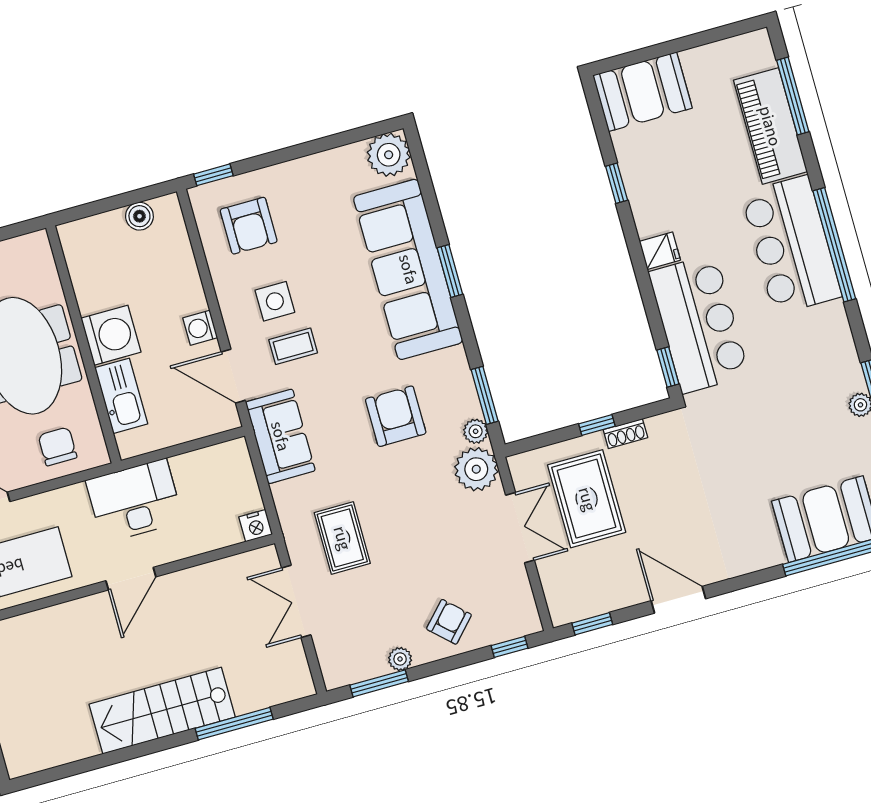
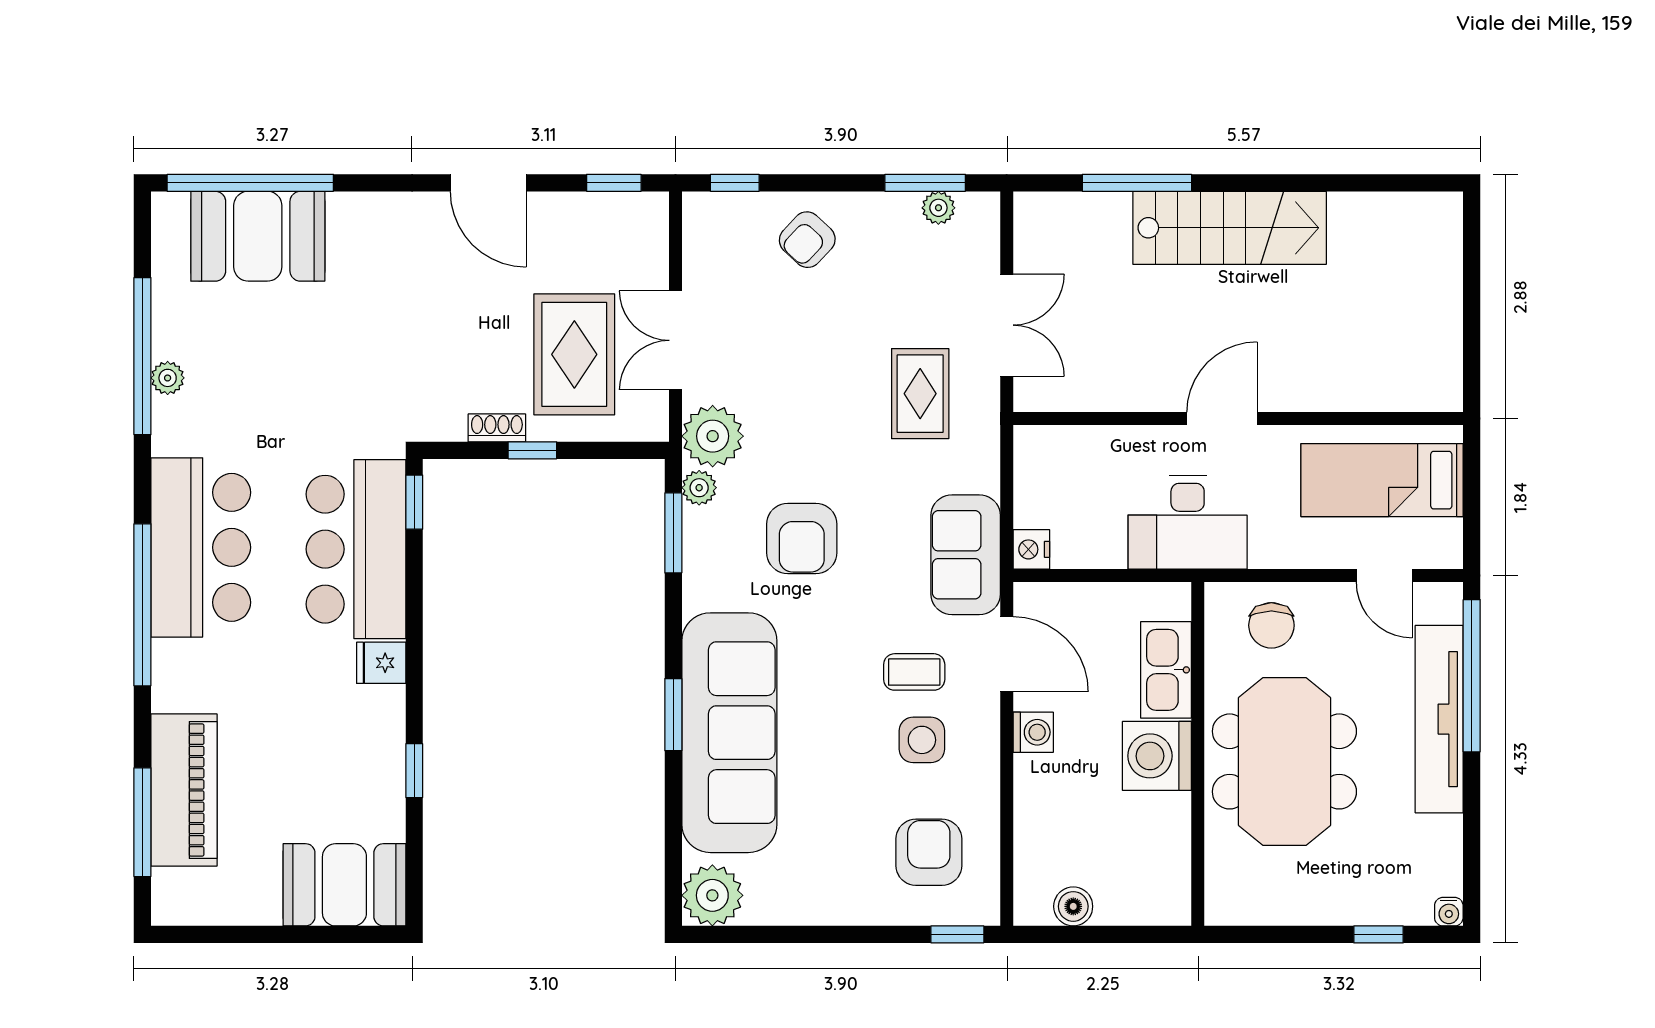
bar counter: (791, 245) -> (201, 547), moved
nightstand: (256, 526) -> (1031, 549), moved, turned -90
plant: (400, 659) -> (938, 208), moved

